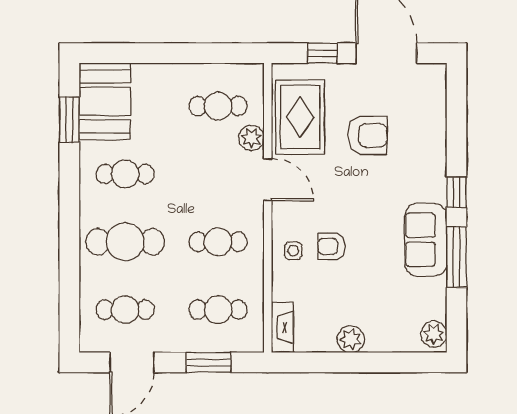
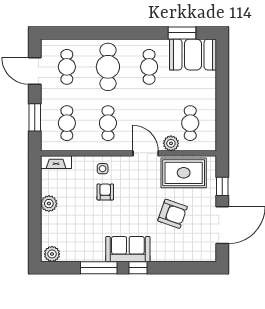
armchair: (368, 135) -> (173, 214), turned -71
door: (268, 180) -> (146, 153), swing flipped
sofa: (426, 240) -> (128, 249), moved

